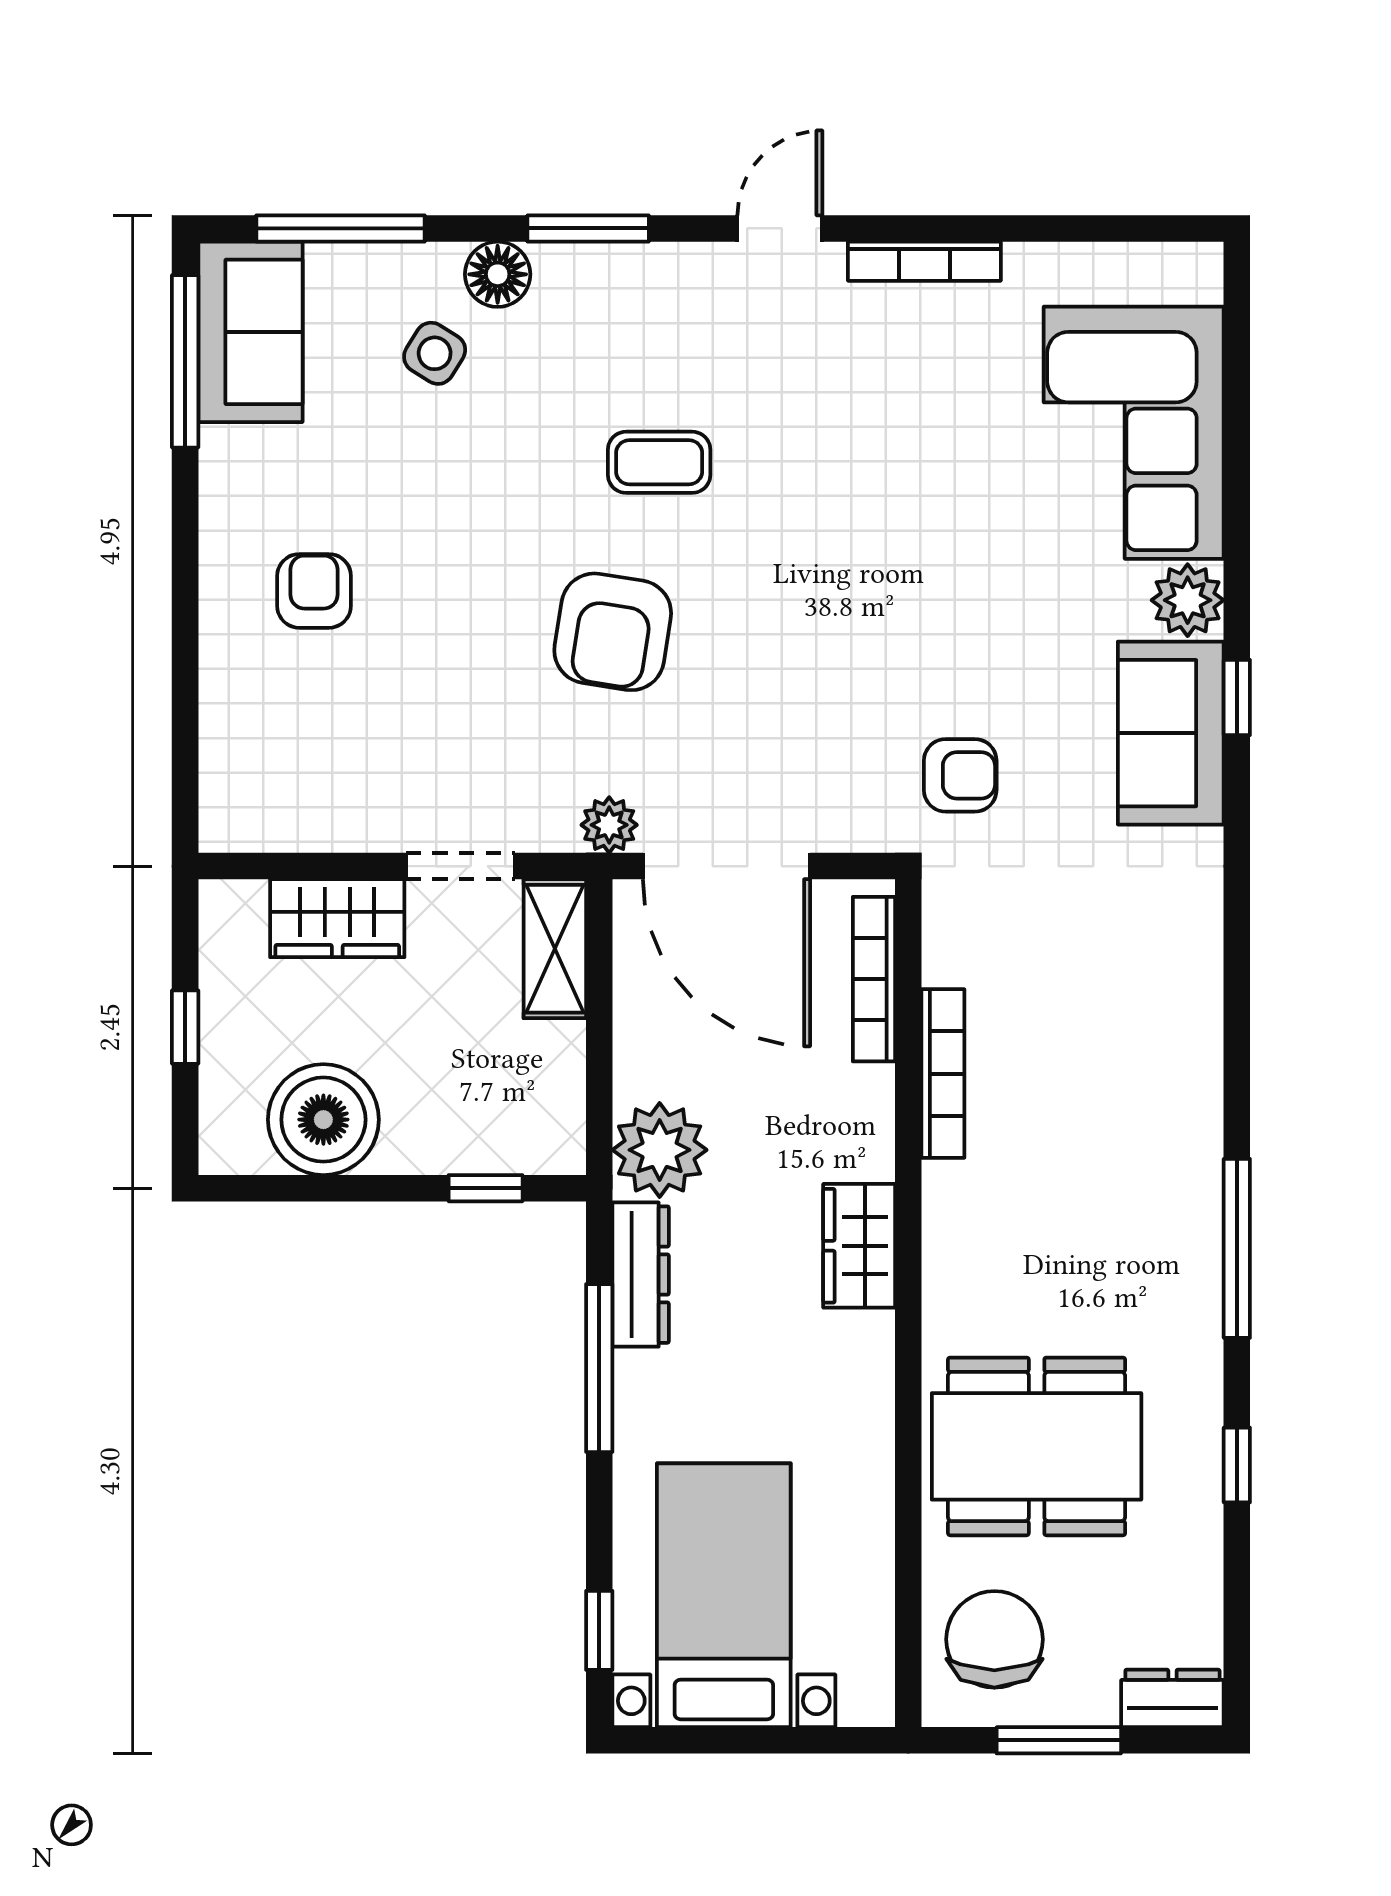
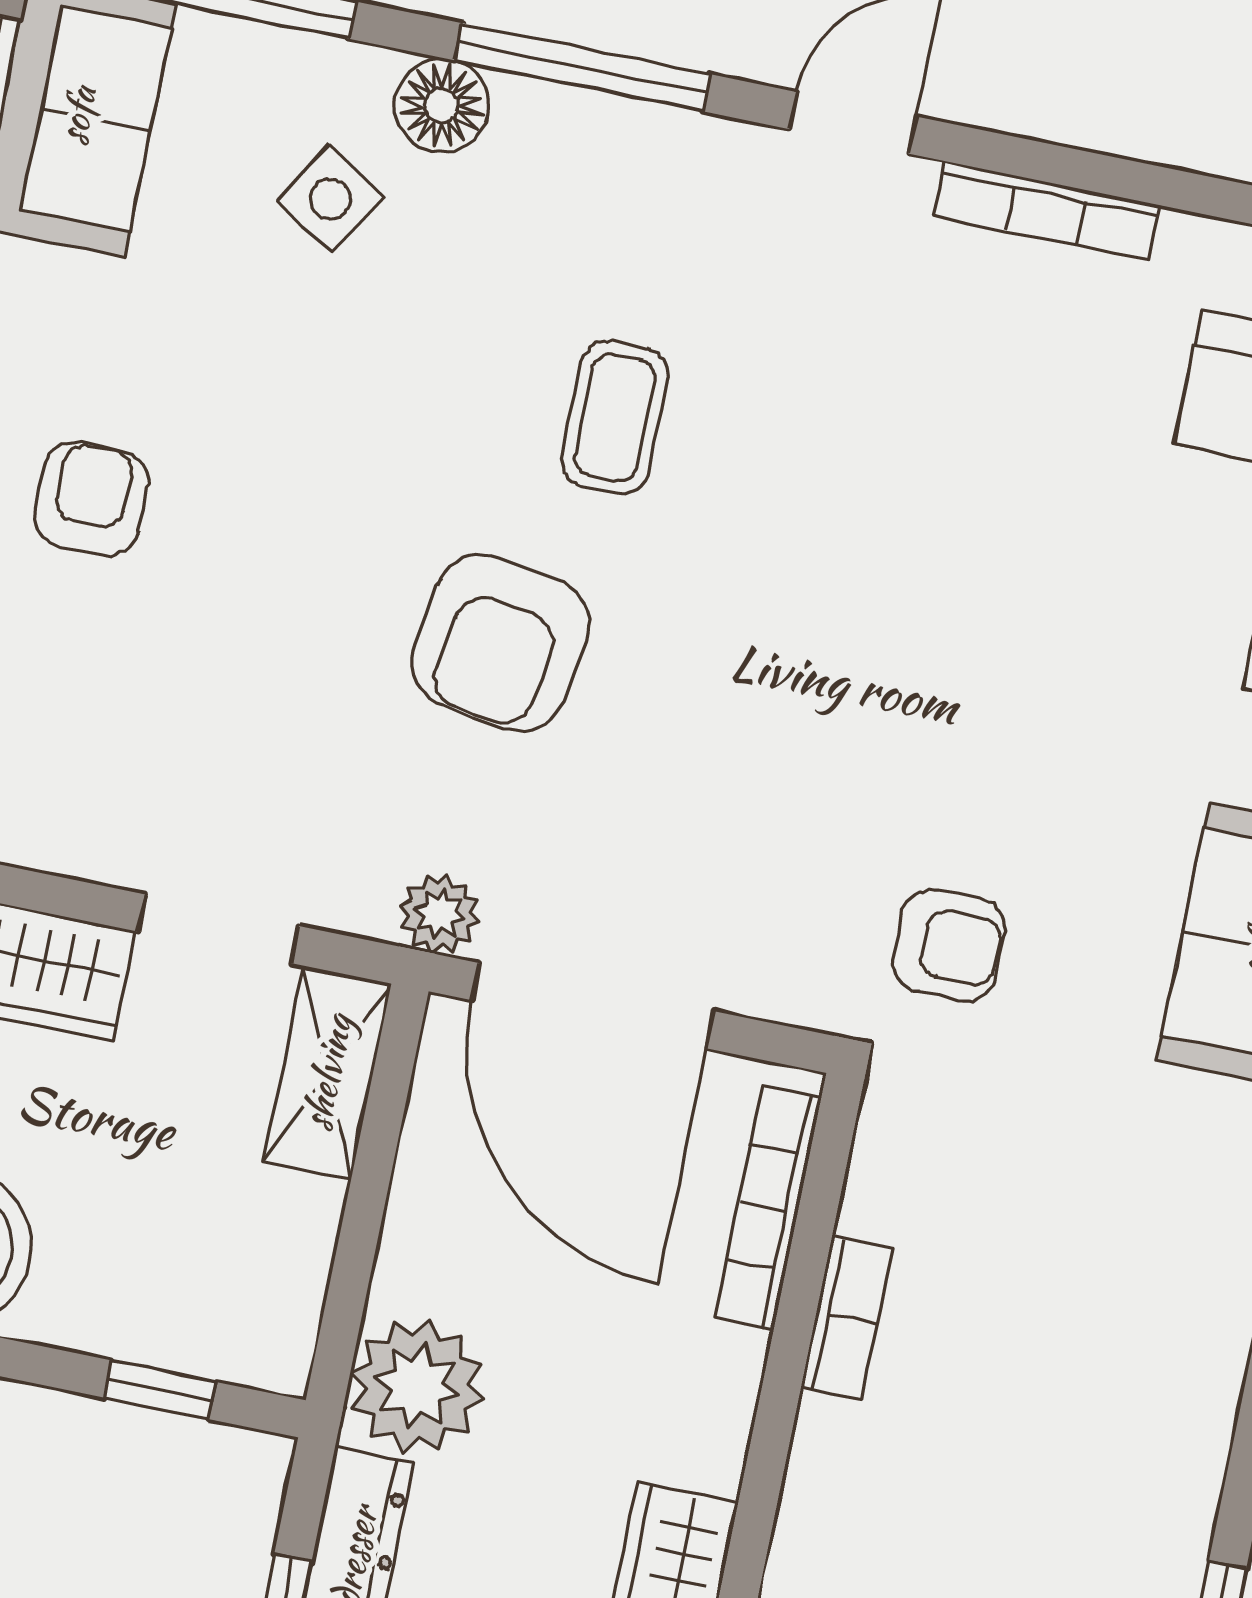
window: (588, 228) -> (583, 67), width x1.44
coffee table: (659, 462) -> (615, 417), turned 90
bookcase: (943, 1074) -> (847, 1318), width x0.64

